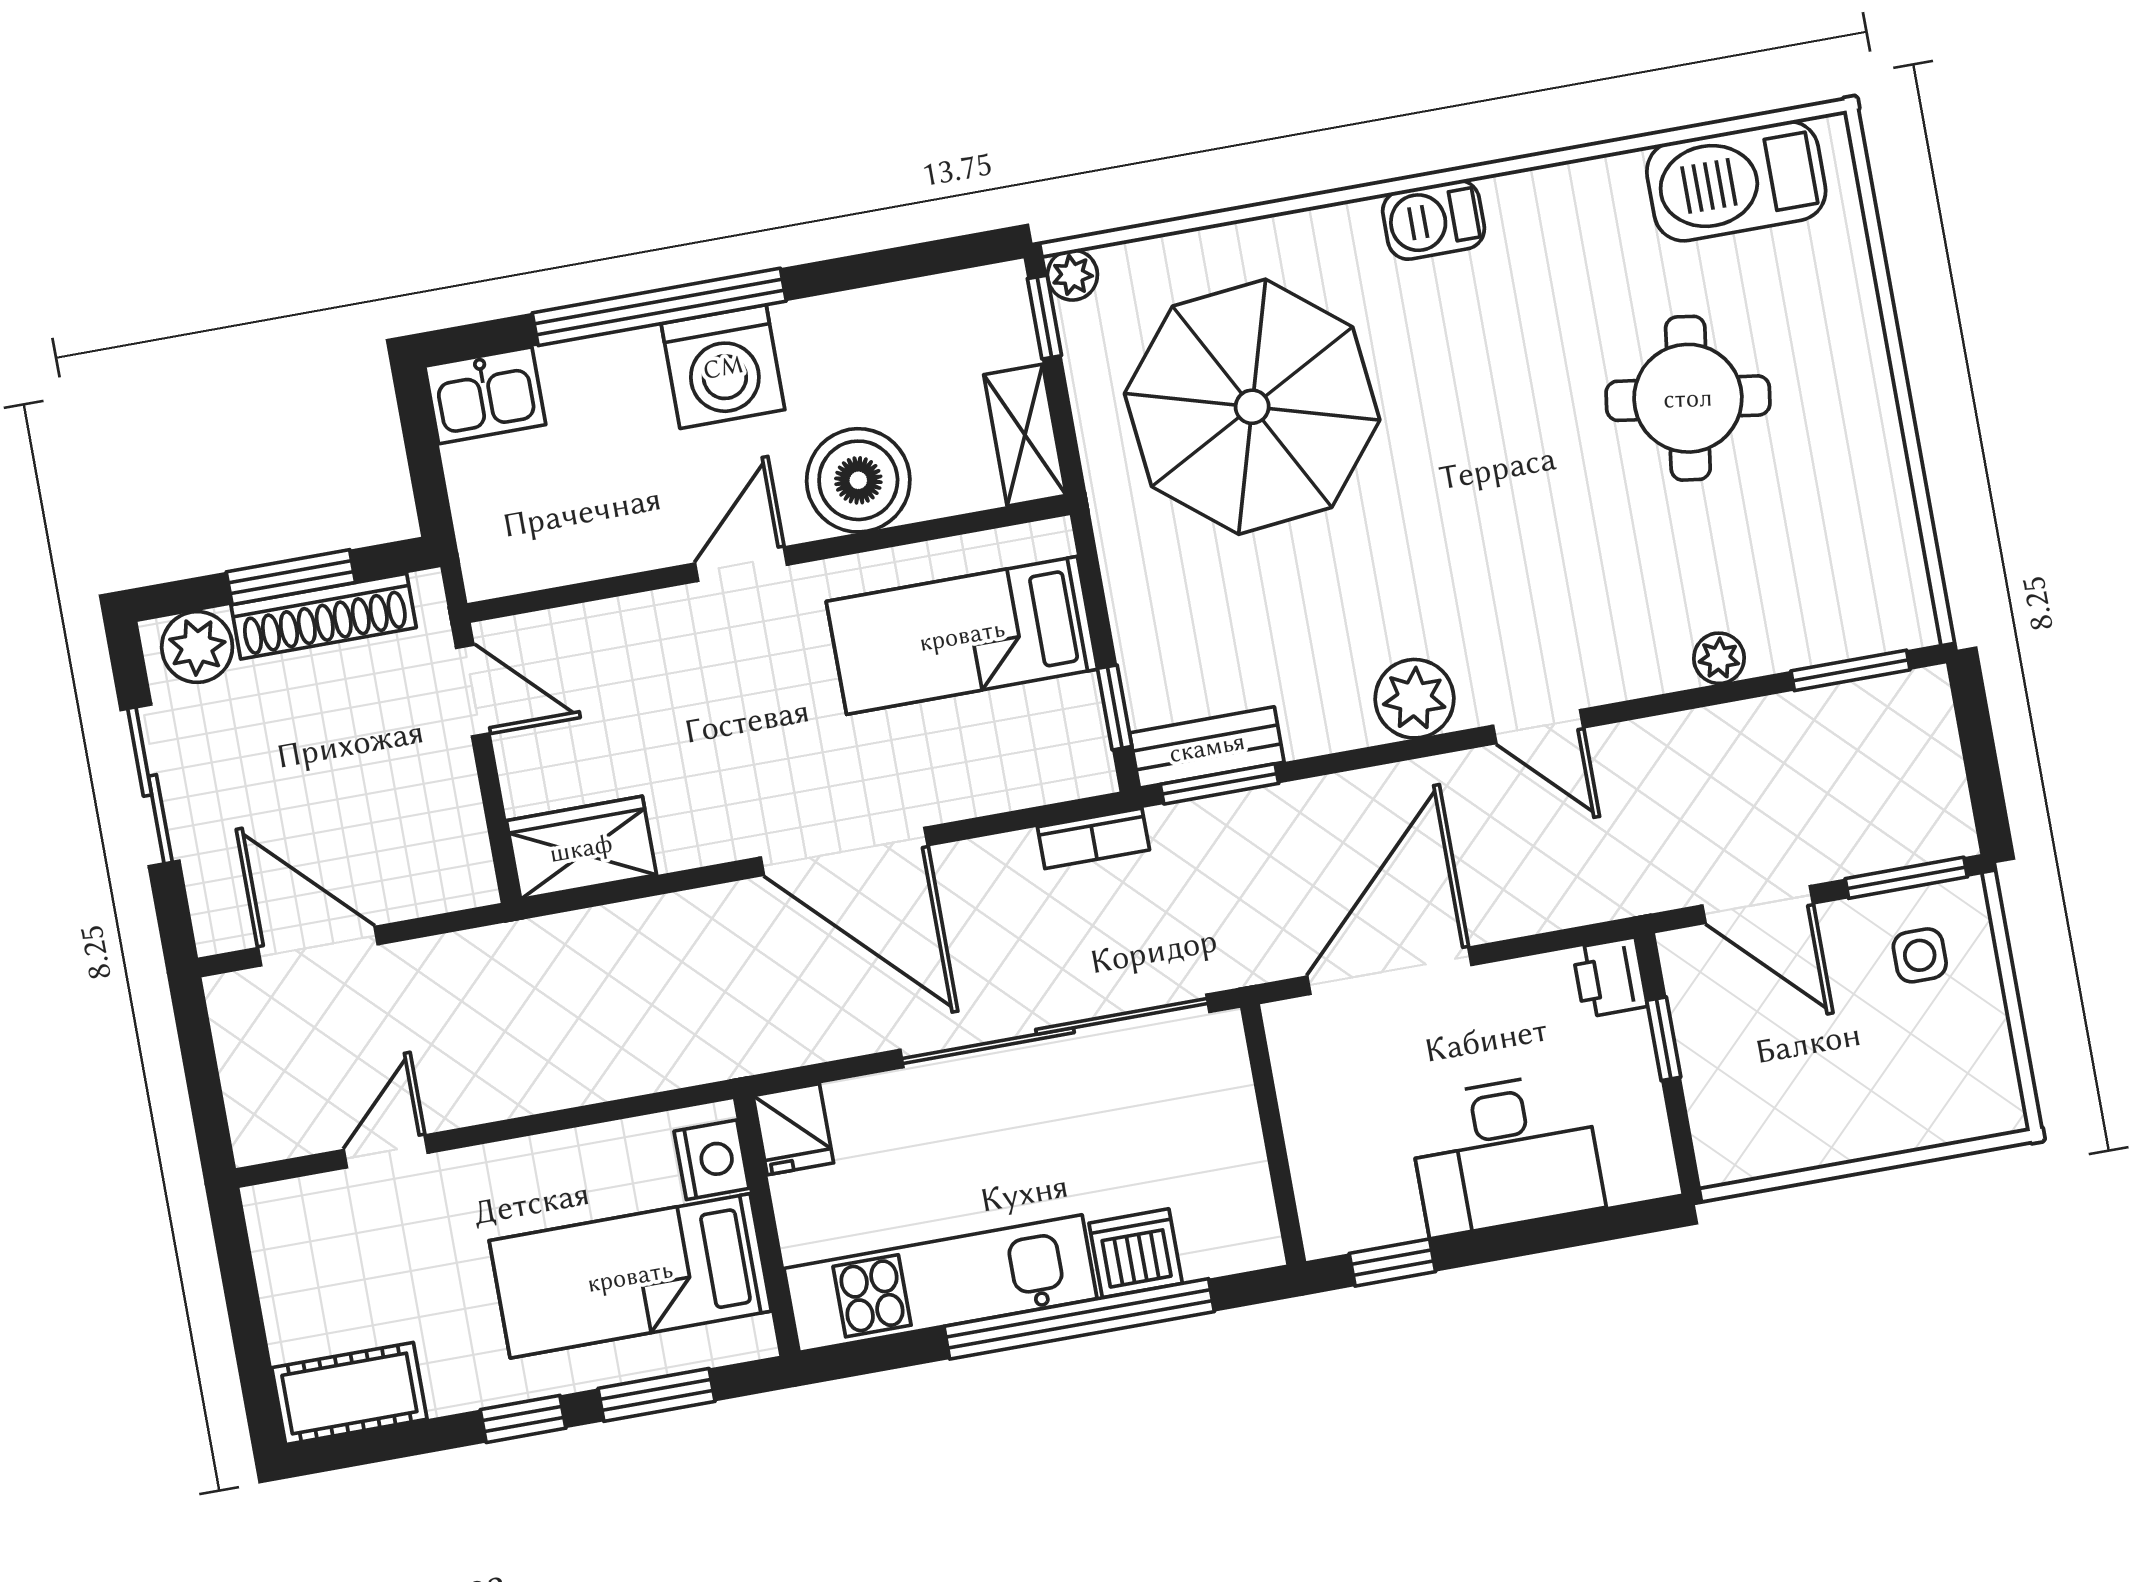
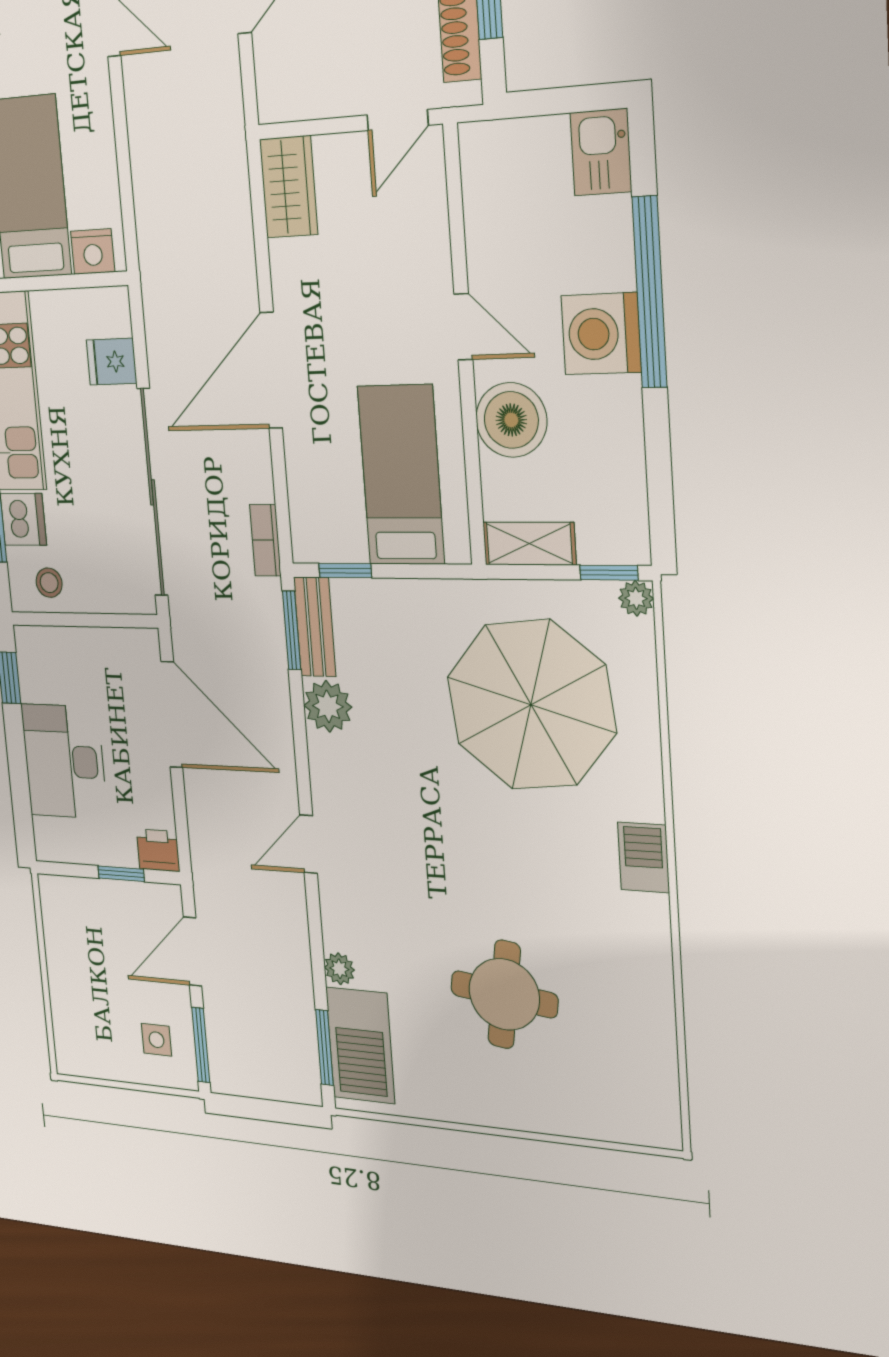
barbecue: (1736, 181) -> (360, 1045), moved, turned 180
plant: (1414, 699) -> (328, 706), moved
fridge: (793, 1129) -> (112, 362), moved
stool: (1226, 1200) -> (49, 583), added

